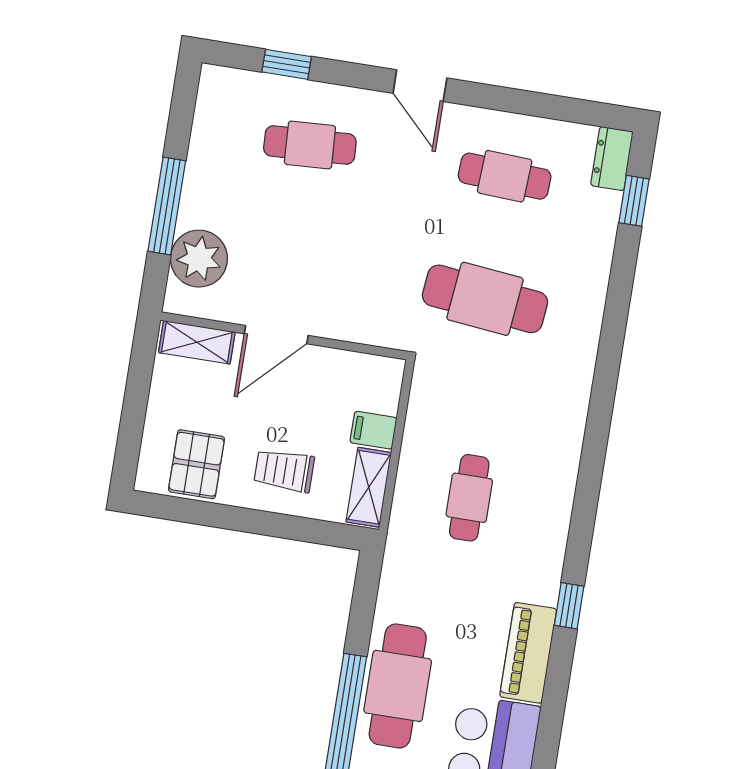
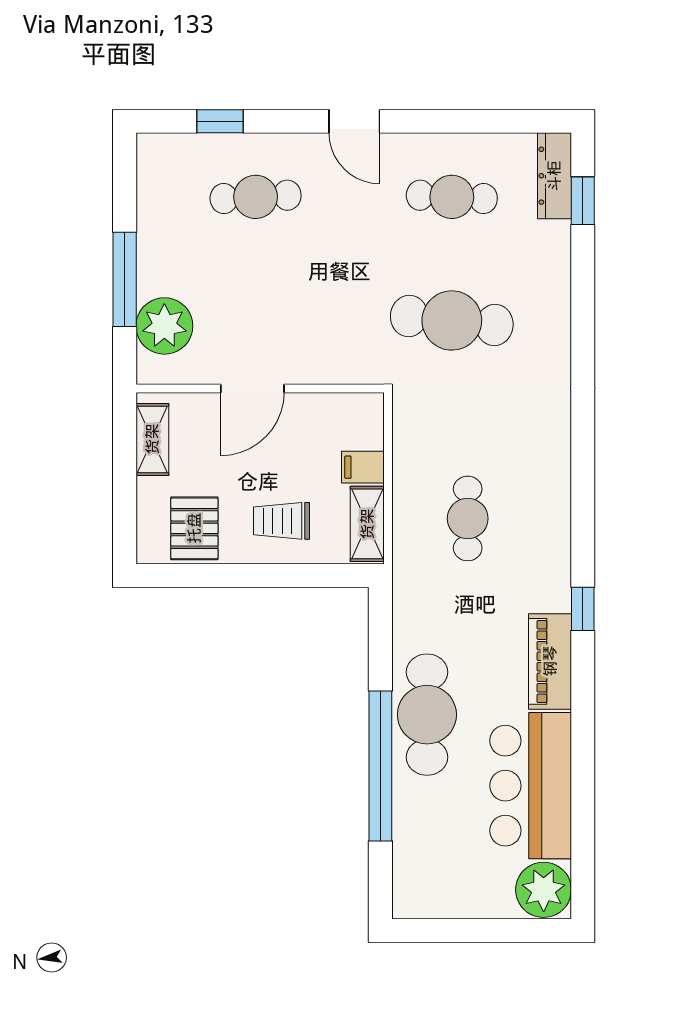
dresser: (612, 159) -> (554, 176), width x1.44
shelving: (197, 342) -> (152, 439), moved, turned 90

